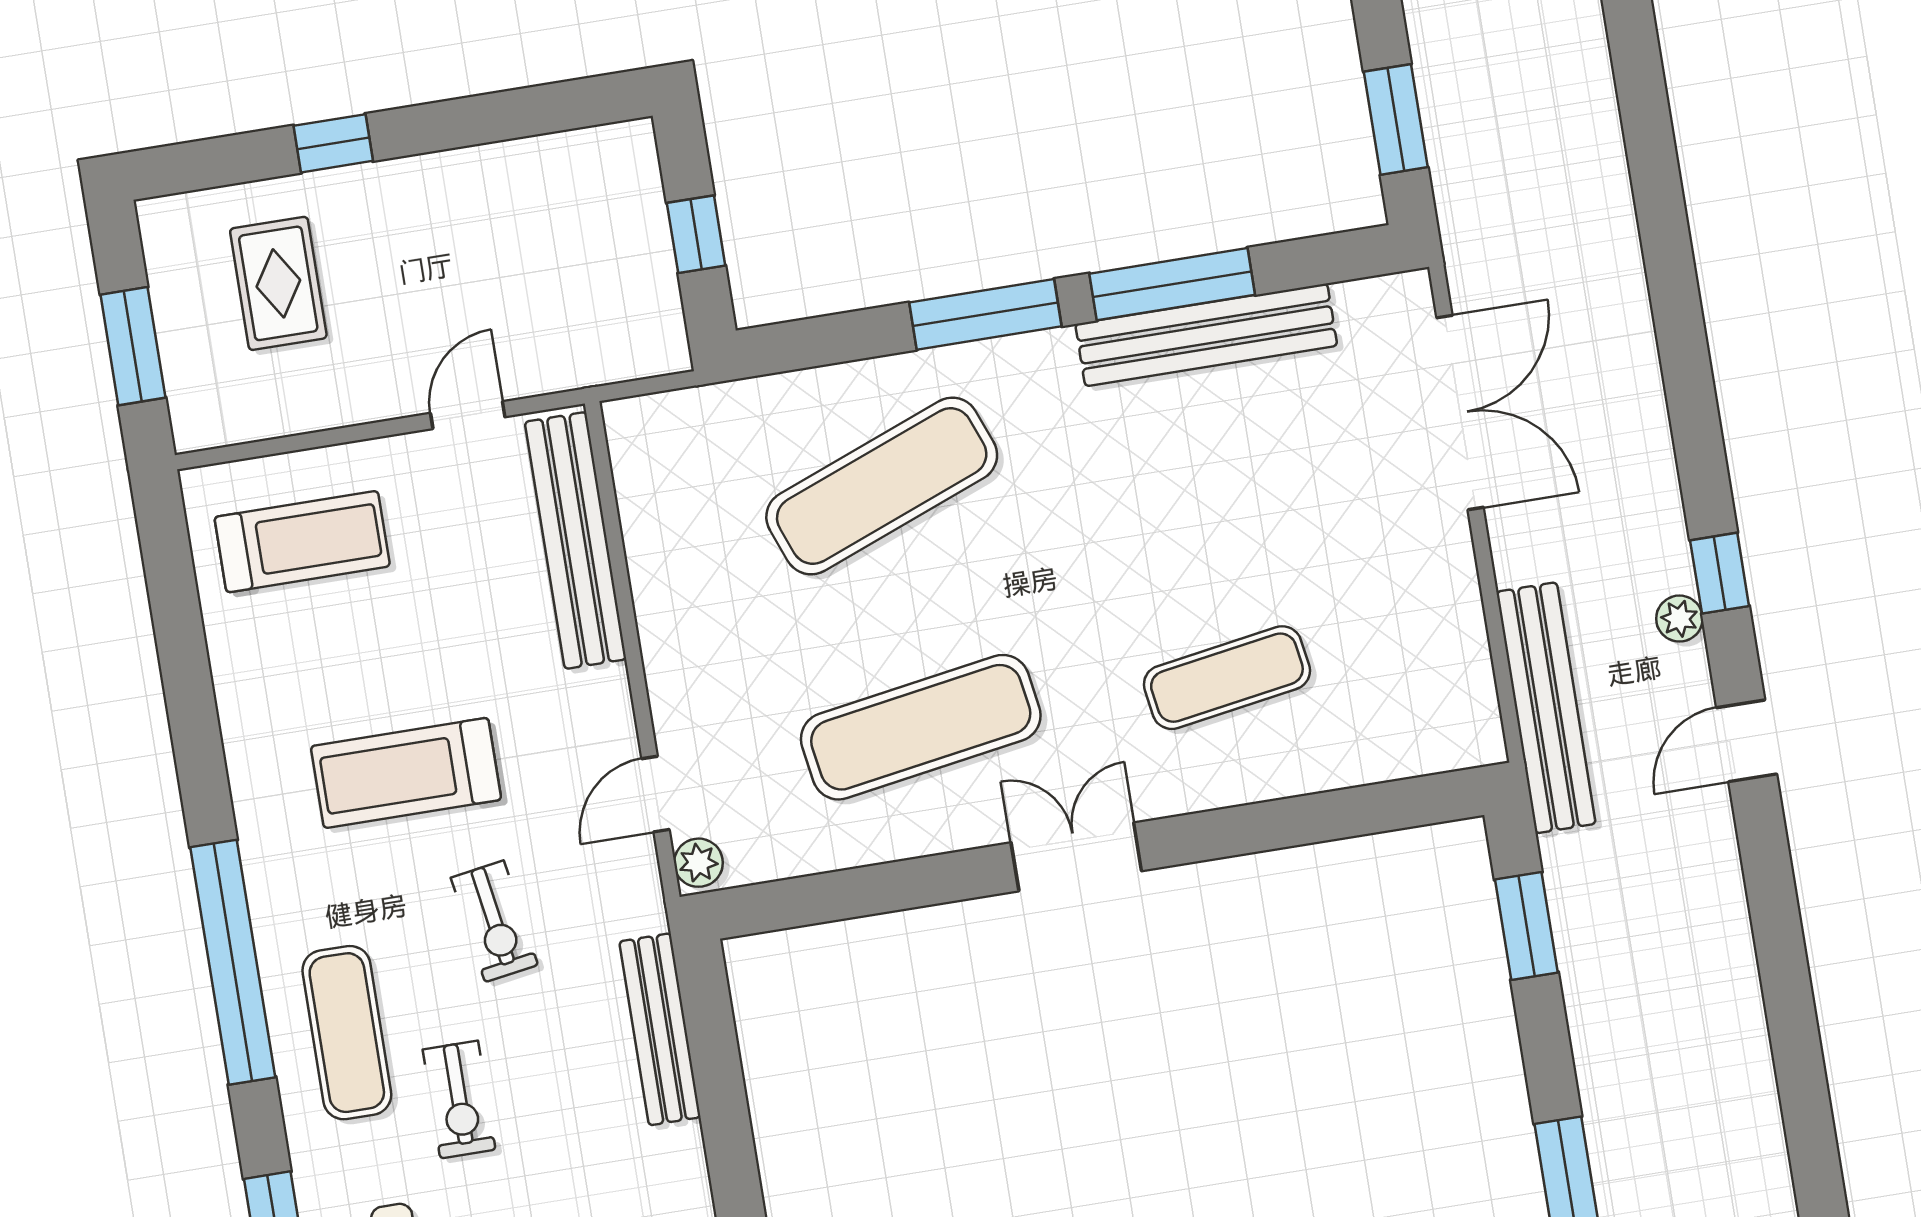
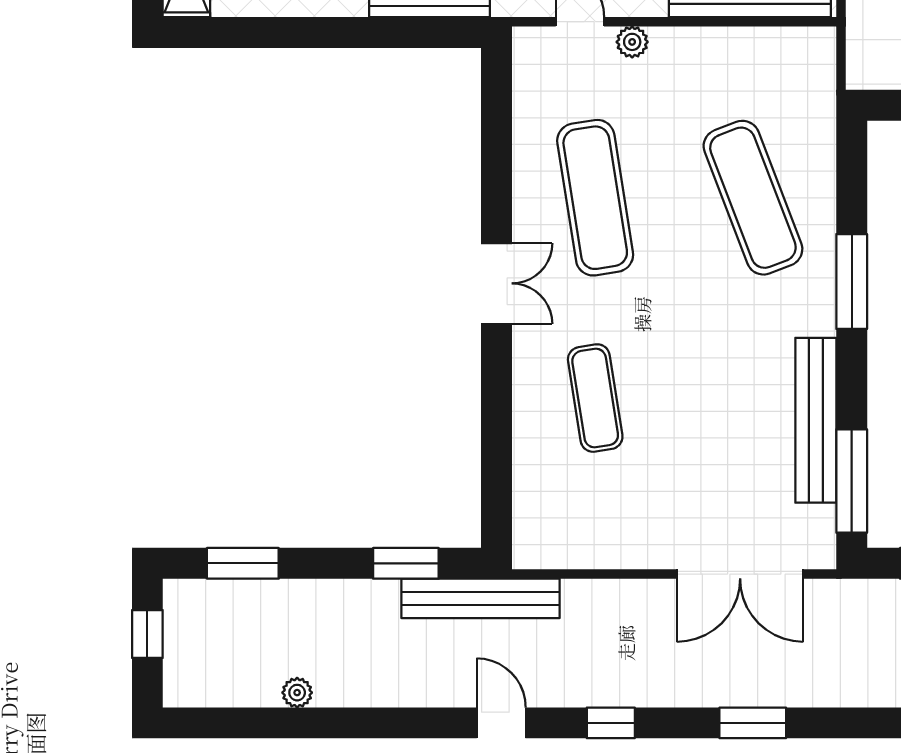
window: (1172, 284) -> (852, 481), moved
window: (1684, 356) -> (753, 723), added
plant: (1679, 619) -> (297, 693), moved
bench: (1546, 708) -> (481, 598), moved
plant: (698, 863) -> (632, 42), moved

